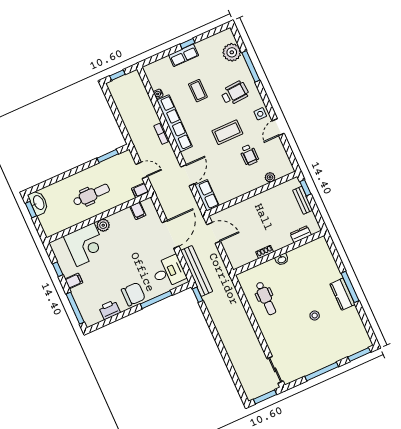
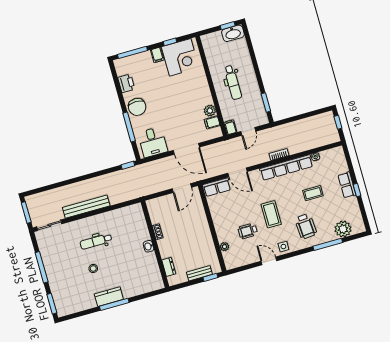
plant: (103, 225) -> (210, 111), moved
corner desk: (85, 245) -> (180, 57), moved, turned -90
bench: (197, 271) -> (86, 207), moved
dental chair: (266, 298) -> (96, 241), moved

